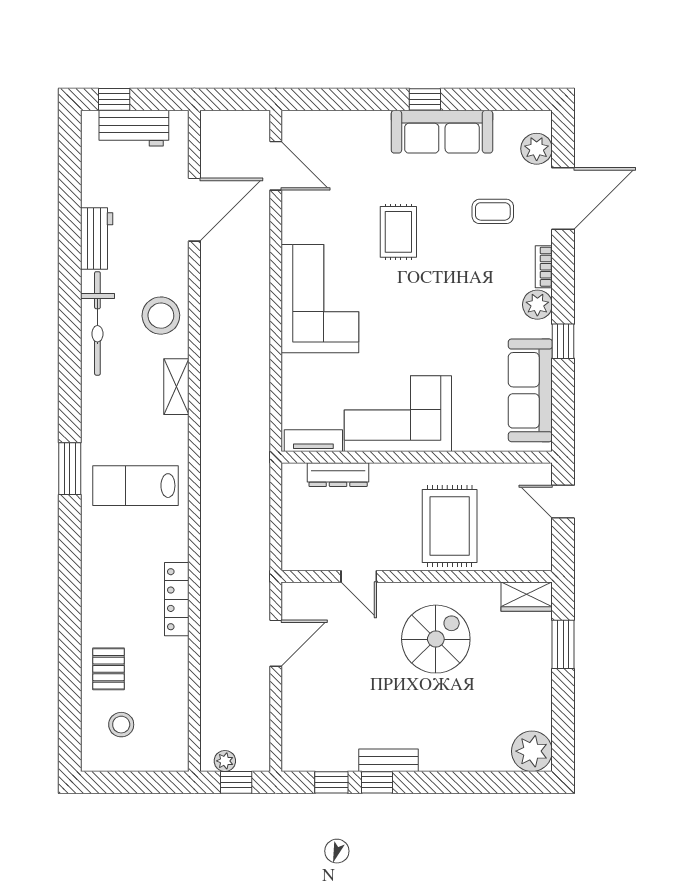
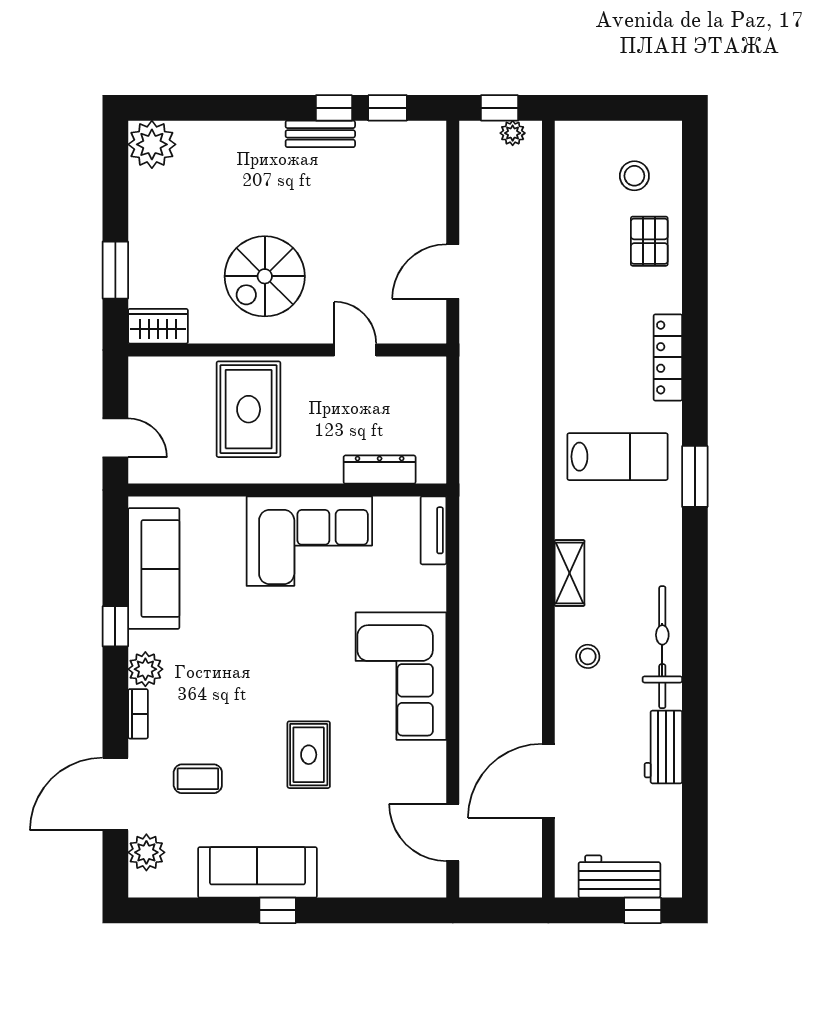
stool: (161, 316) -> (588, 656), width x0.53, depth x0.53
tv unit: (313, 441) -> (434, 530), moved, turned 90
locker: (177, 599) -> (668, 357), moved, turned 180

